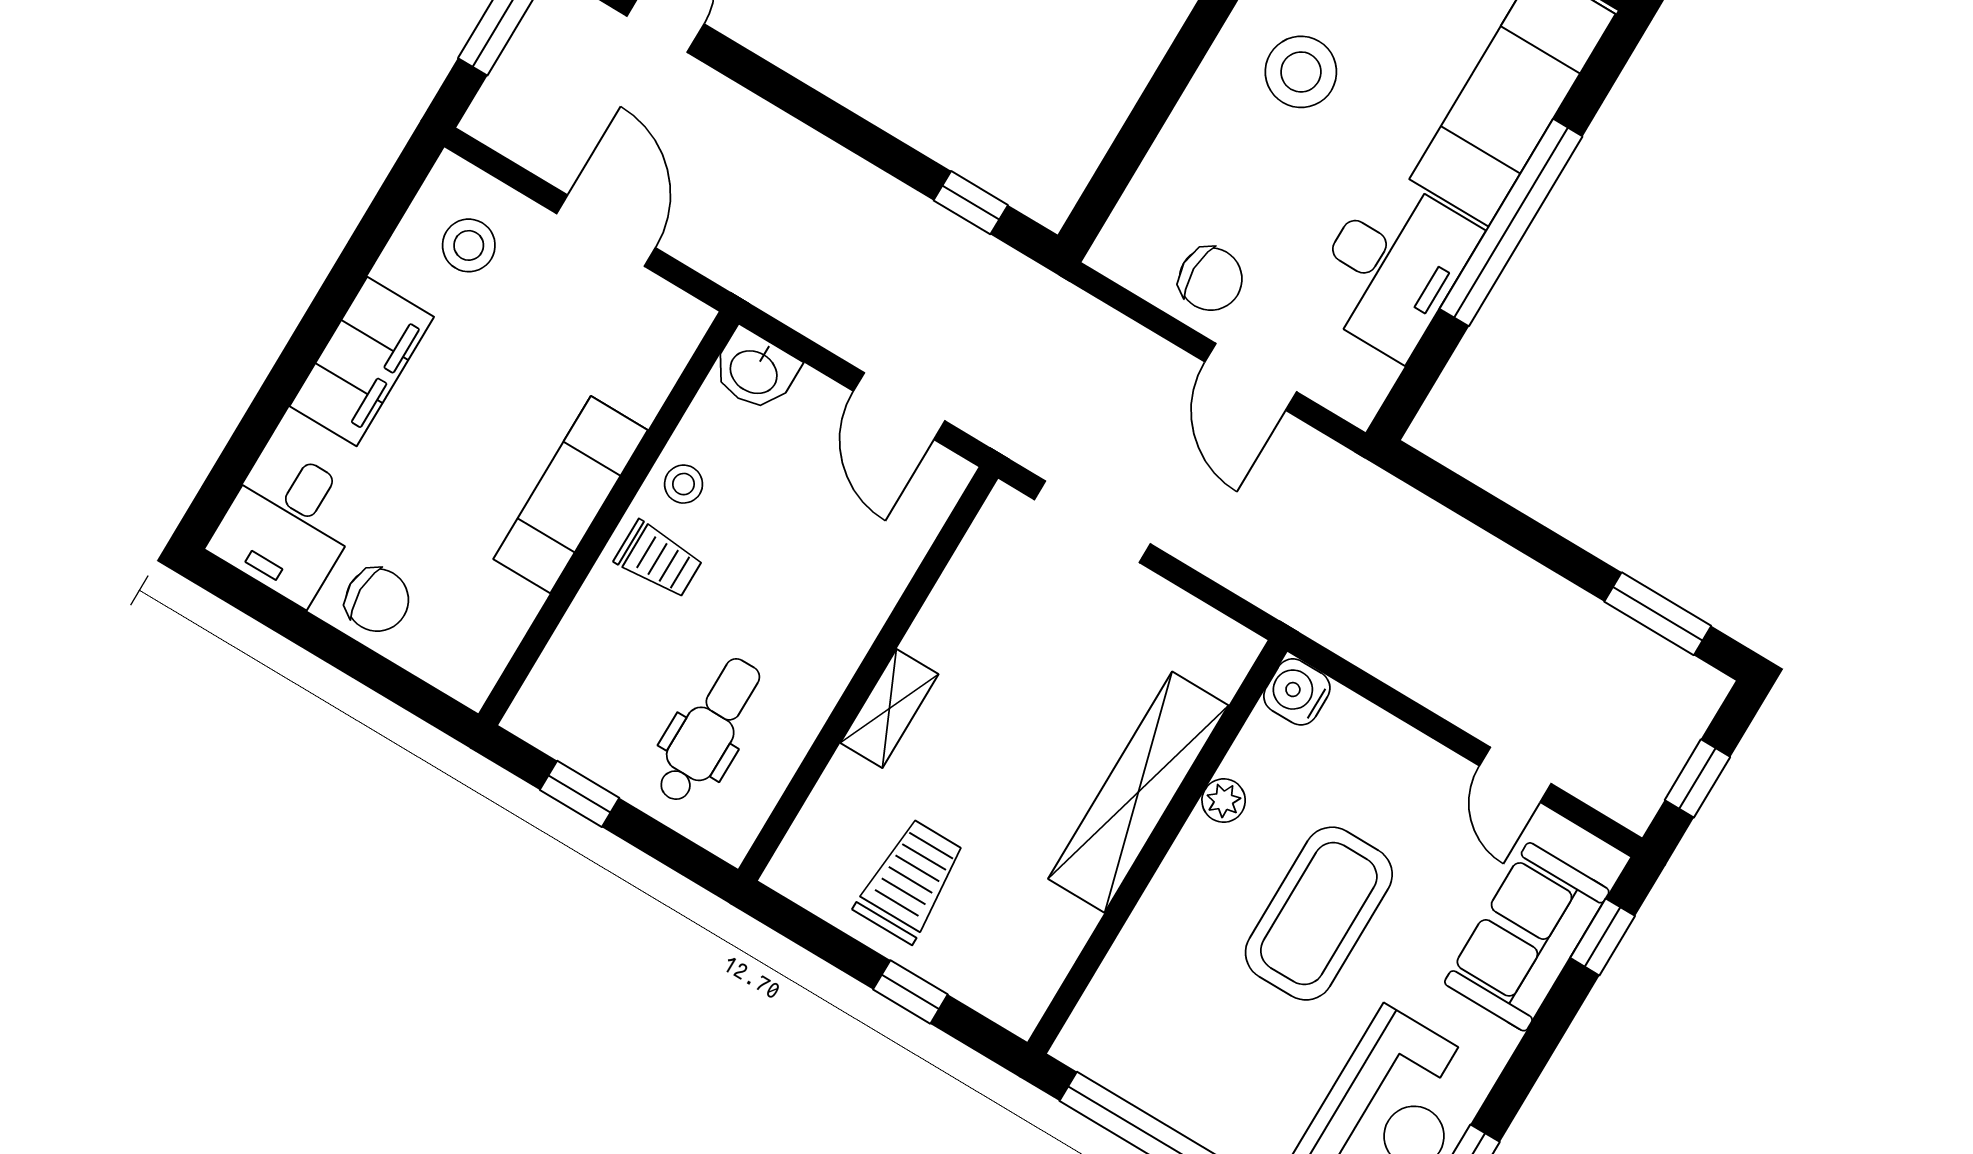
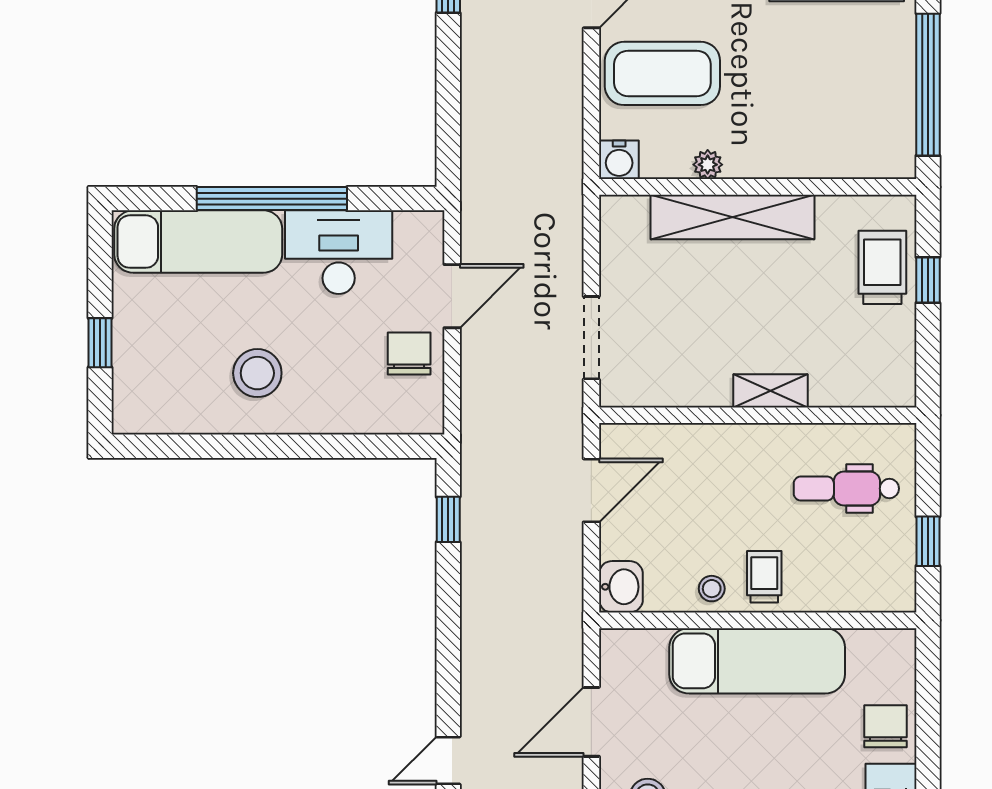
exam couch: (571, 495) -> (757, 661), width x1.36, depth x1.45
trolley: (910, 881) -> (882, 267), moved, turned 90
coffee table: (1319, 914) -> (662, 73), moved

